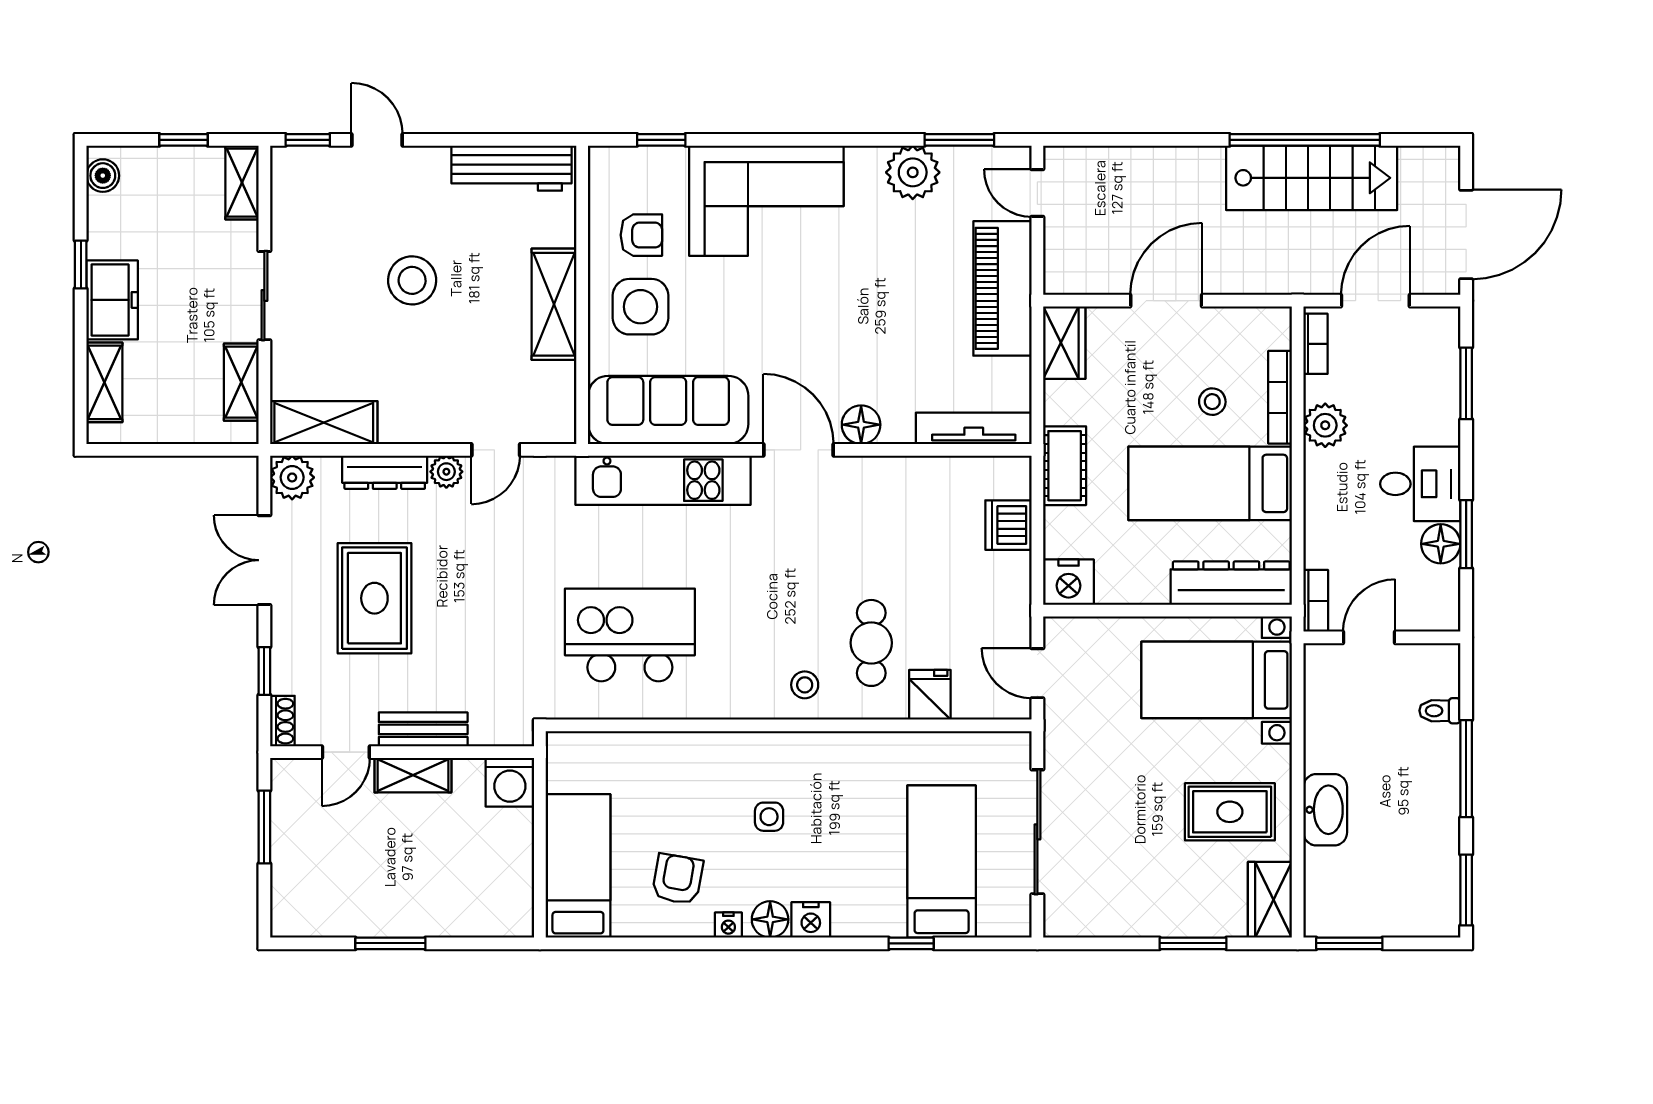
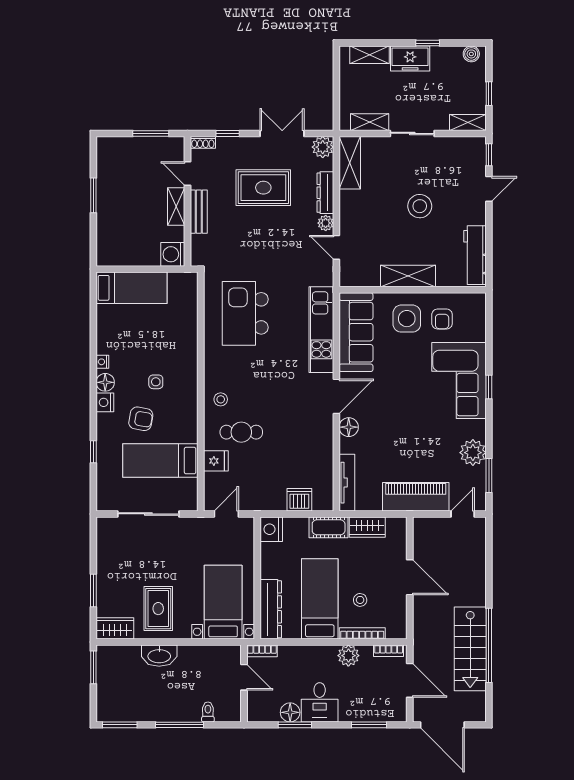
window: (661, 140) -> (489, 387), moved
wardrobe: (1064, 343) -> (367, 527), moved
kitchen island: (630, 635) -> (245, 313), turned 180
bed: (942, 862) -> (160, 461), moved, turned 180
armchair: (677, 879) -> (141, 419), moved

